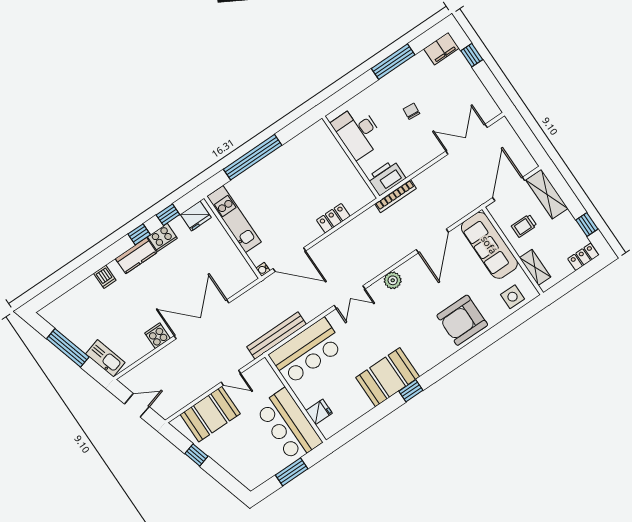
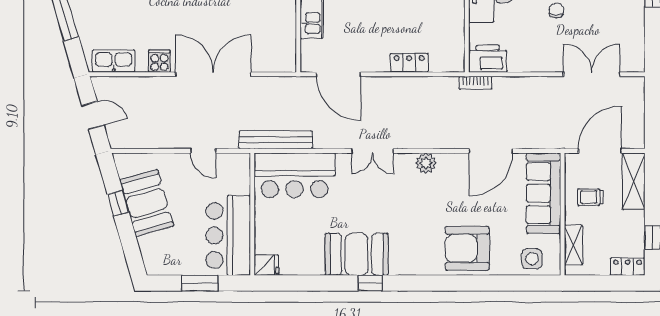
bookcase: (396, 196) -> (475, 83), width x0.64
water cooler: (263, 269) -> (306, 66), removed
kitchen sink: (105, 358) -> (114, 61), moved, turned -74
fridge: (319, 412) -> (266, 265), moved
booth: (210, 414) -> (147, 203), moved, turned 74

